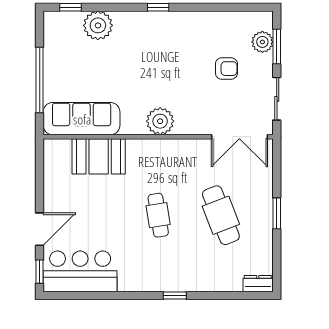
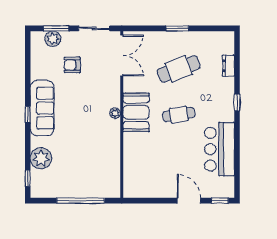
armchair: (226, 69) -> (72, 65), turned -90
sofa: (82, 119) -> (42, 108), moved, turned 180
plant: (160, 121) -> (115, 113), width x0.53, depth x0.53
booth: (99, 156) -> (136, 112), moved
bar counter: (80, 271) -> (220, 149), moved
dresser: (258, 284) -> (228, 66), moved

